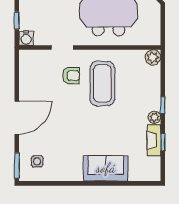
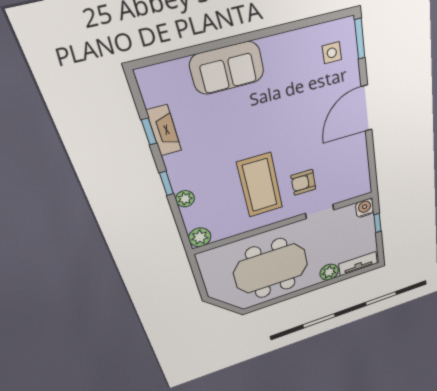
plant: (154, 117) -> (185, 199), moved

